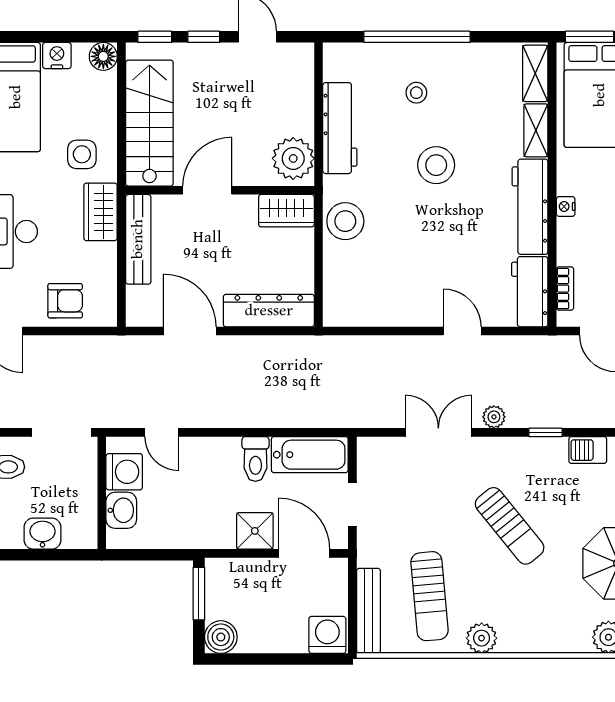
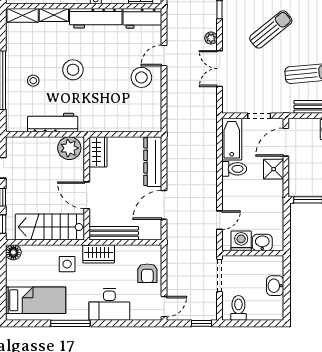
nightstand: (57, 56) -> (13, 278), removed
stool: (345, 221) -> (141, 77), moved
armchair: (65, 301) -> (147, 273), turned 180

